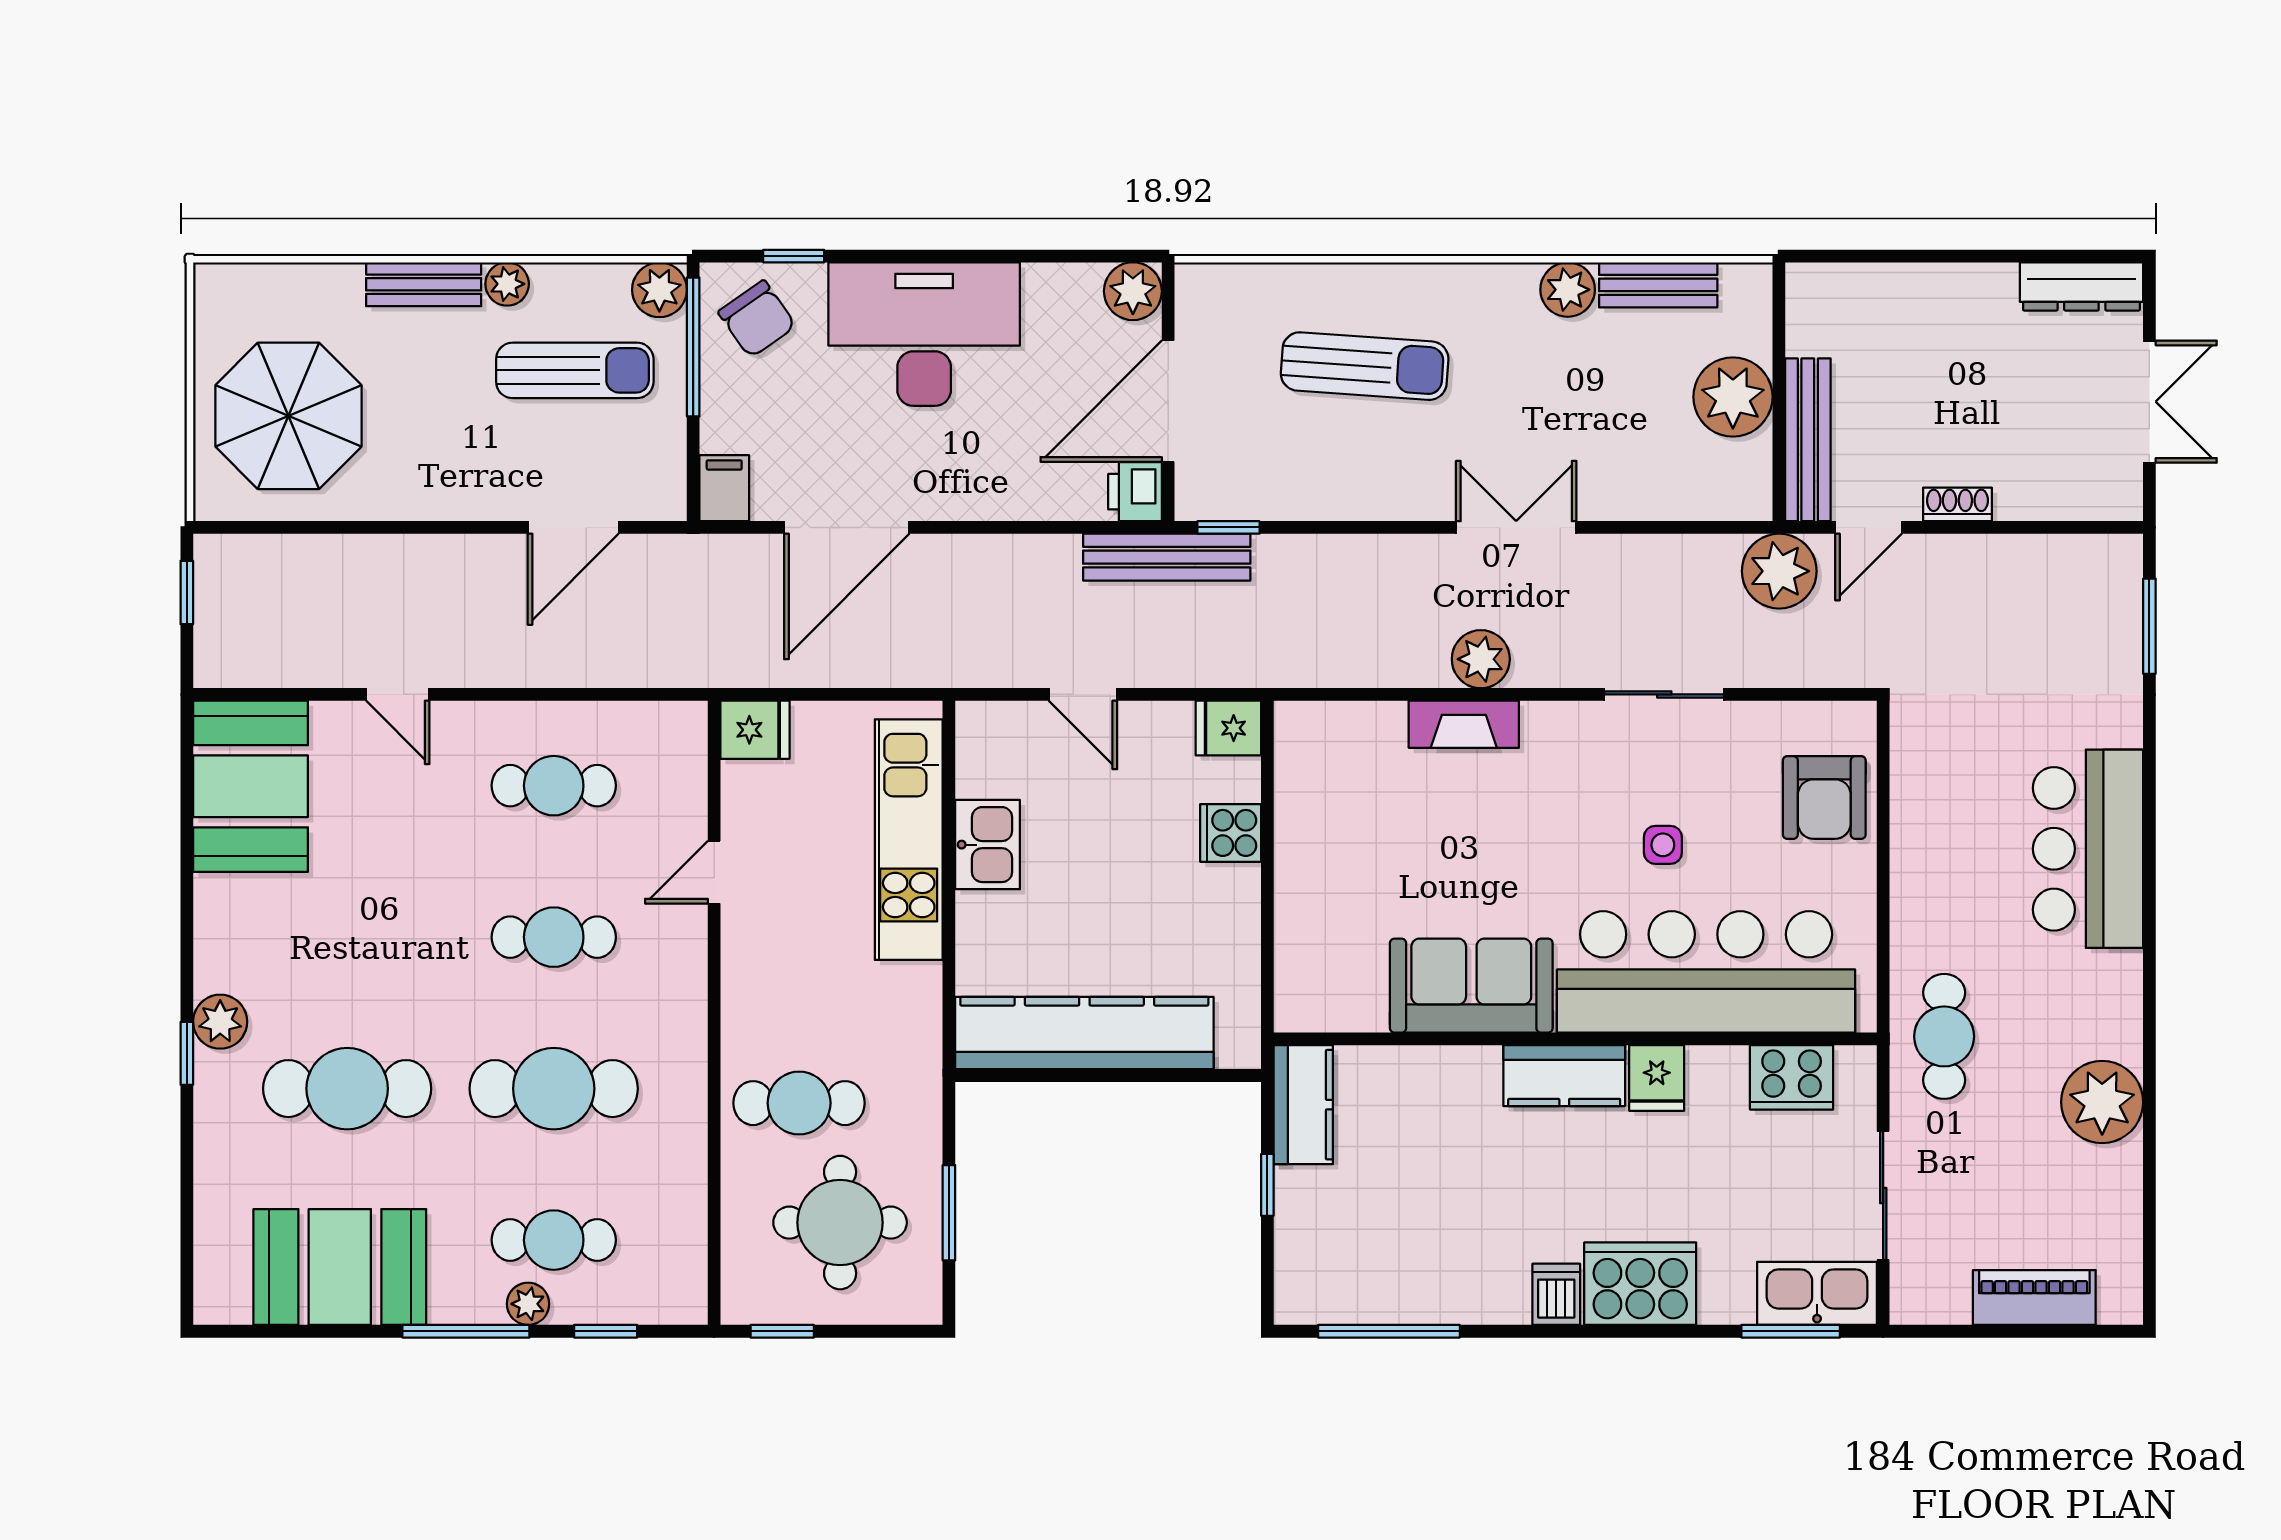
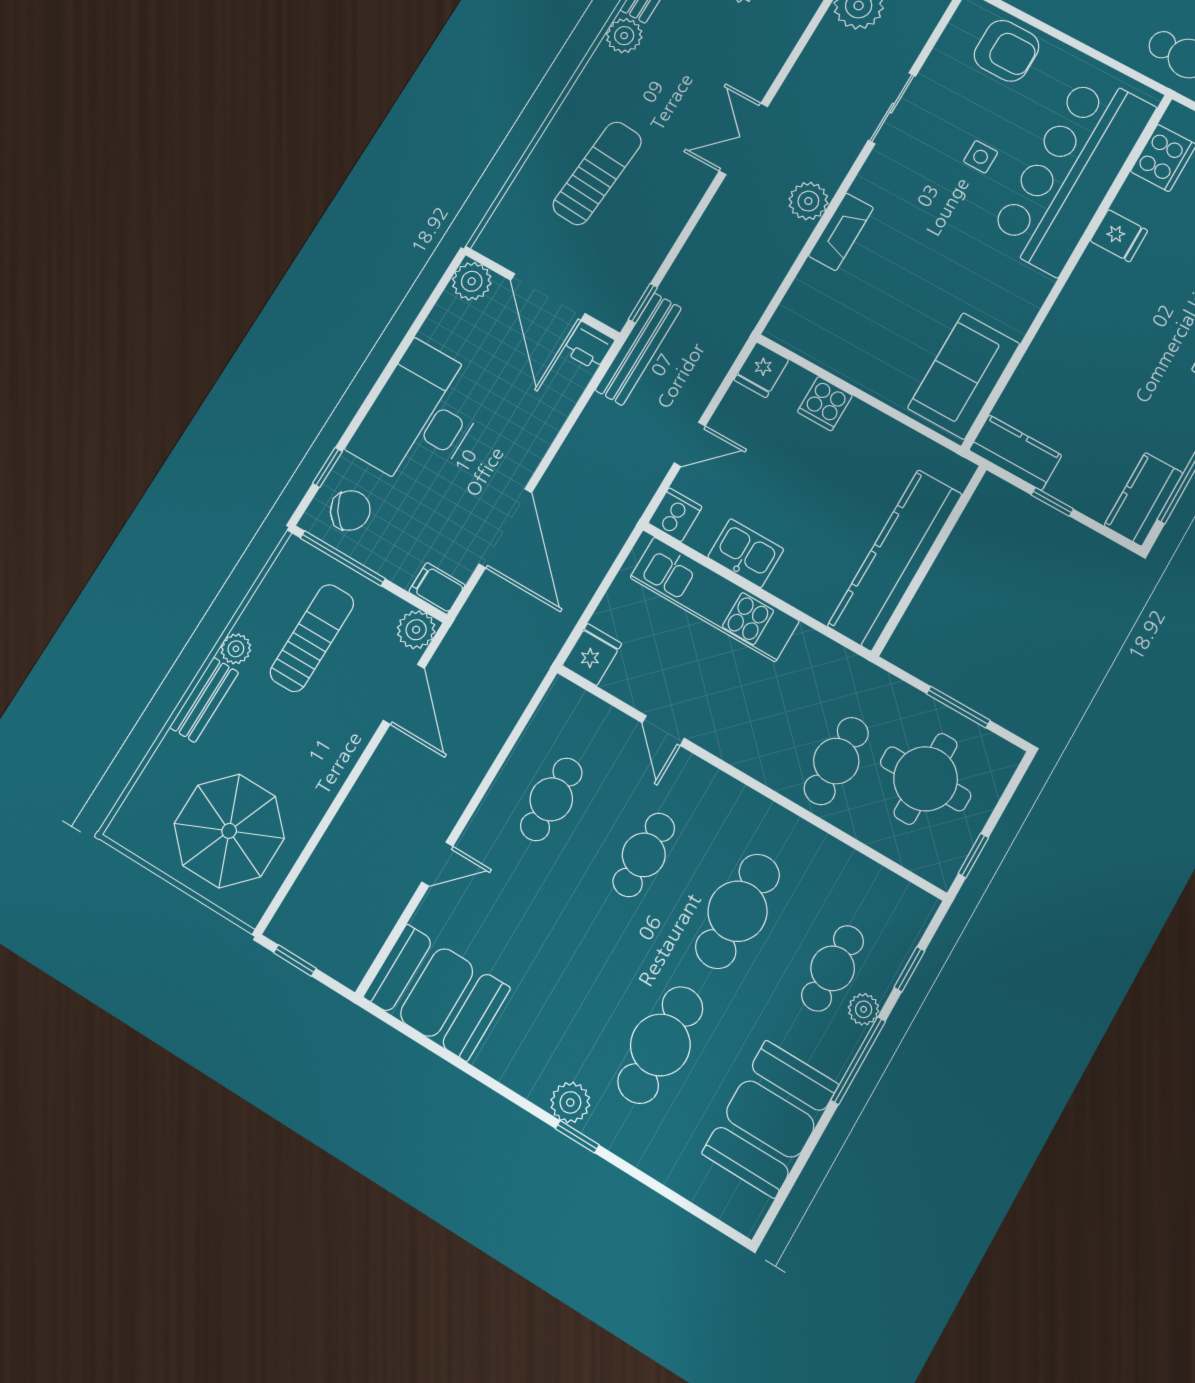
plant: (659, 290) -> (416, 630), moved
cooker: (985, 729) -> (675, 515), added
sofa: (1471, 986) -> (964, 376), moved
kitchen counter: (1564, 1076) -> (1144, 499), moved, turned 180

